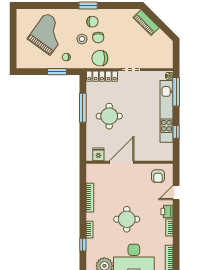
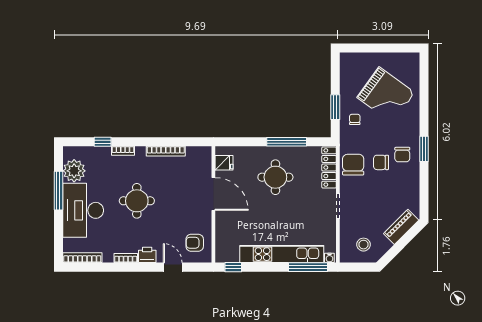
stool: (82, 39) -> (364, 245), moved
window: (176, 132) -> (233, 267), moved

